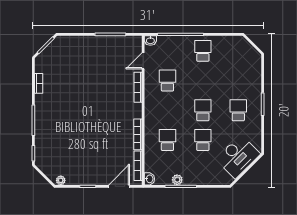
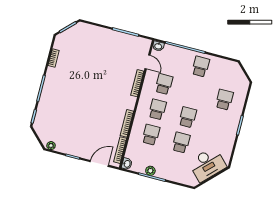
door: (143, 61) -> (148, 62), swing flipped
school desk: (167, 110) -> (157, 109), added
school desk: (238, 110) -> (224, 100), moved

